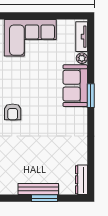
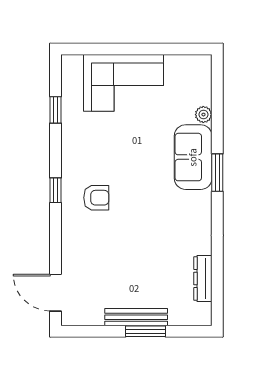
tv unit: (82, 37) -> (203, 81), removed
armchair: (13, 112) -> (96, 198), turned -90
dresser: (81, 180) -> (203, 279), moved

